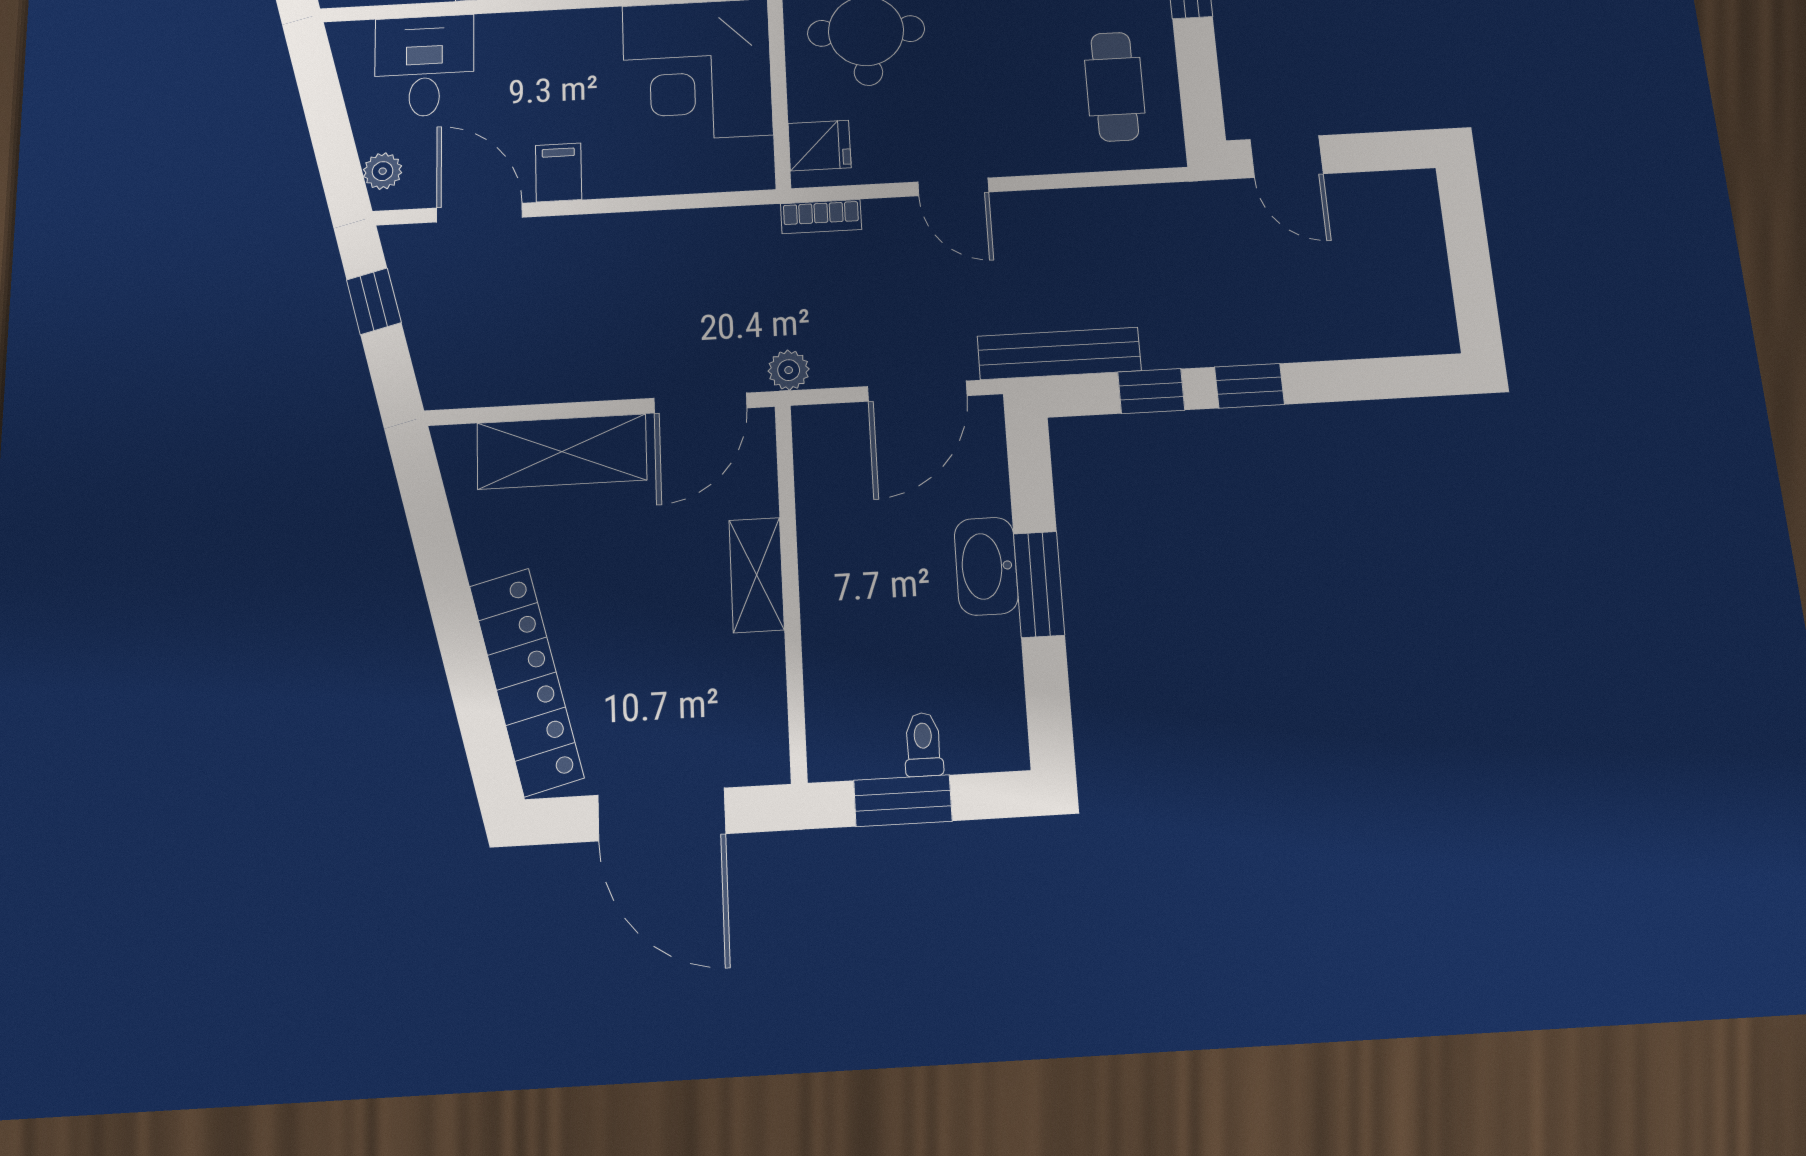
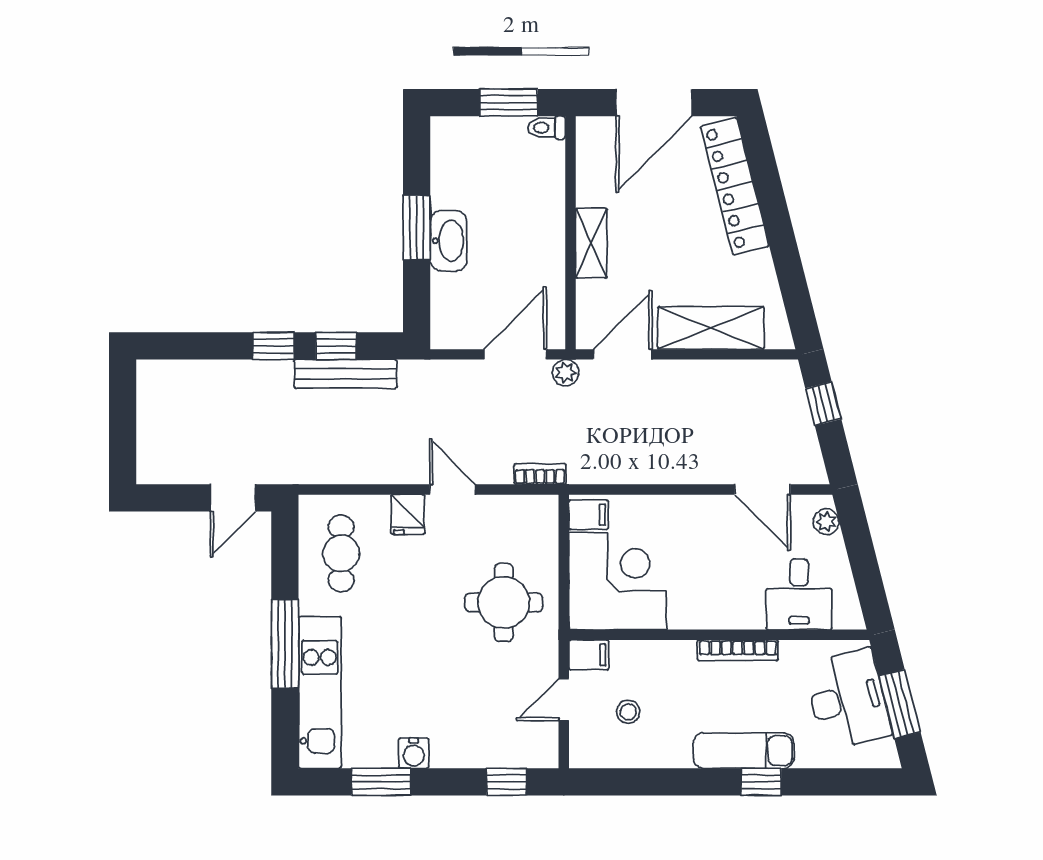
fridge: (820, 146) -> (408, 515), moved, turned -90
door: (1287, 157) -> (233, 498), swing flipped
filing cabinet: (559, 172) -> (588, 515), moved, turned -90
window: (374, 301) -> (823, 404), moved
bench: (1059, 353) -> (346, 374), moved
door: (917, 391) -> (515, 354), moved
toilet: (923, 744) -> (547, 128), moved, turned 90
door: (662, 814) -> (654, 103), swing flipped

